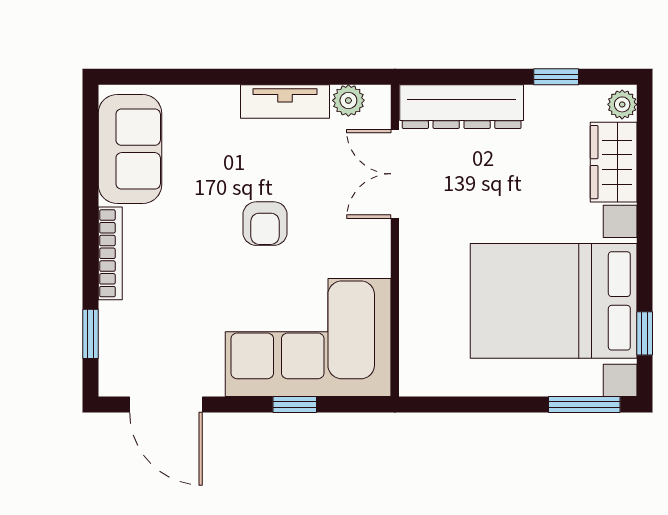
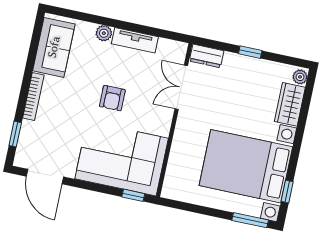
window: (556, 77) -> (250, 52), moved
plant: (348, 100) -> (104, 33), moved
dresser: (462, 107) -> (207, 56), width x0.51, depth x0.80
window: (295, 404) -> (133, 195), moved

